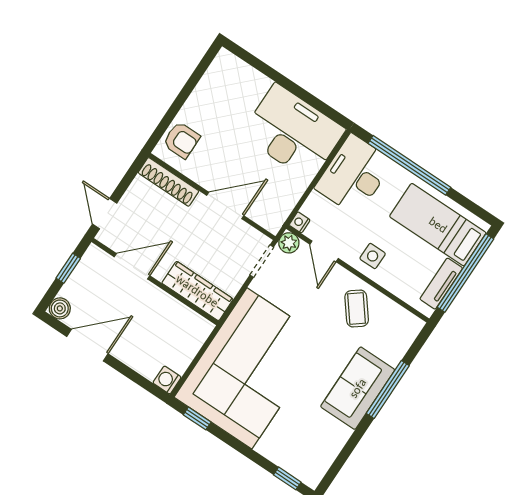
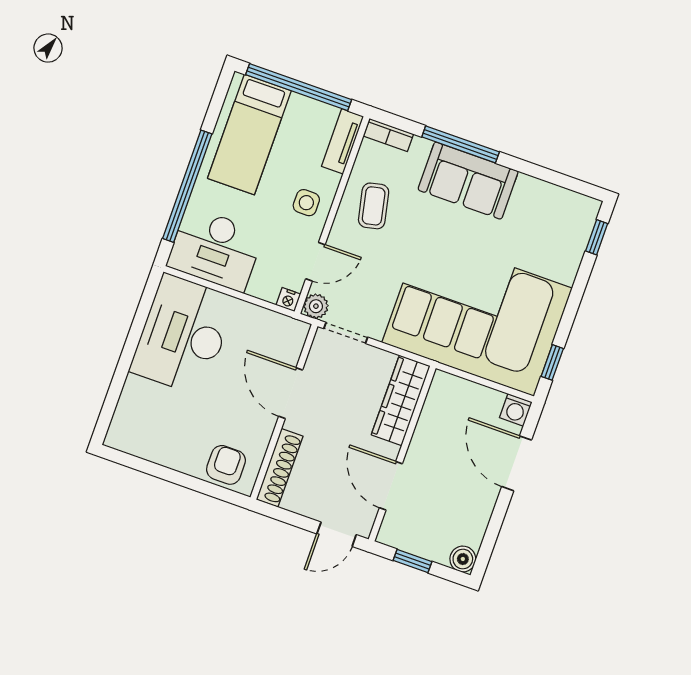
tv unit: (441, 284) -> (343, 141), moved, turned 90
coffee table: (357, 308) -> (374, 206), turned -64
bookcase: (410, 334) -> (388, 135), added
door: (87, 345) -> (517, 463), moved

